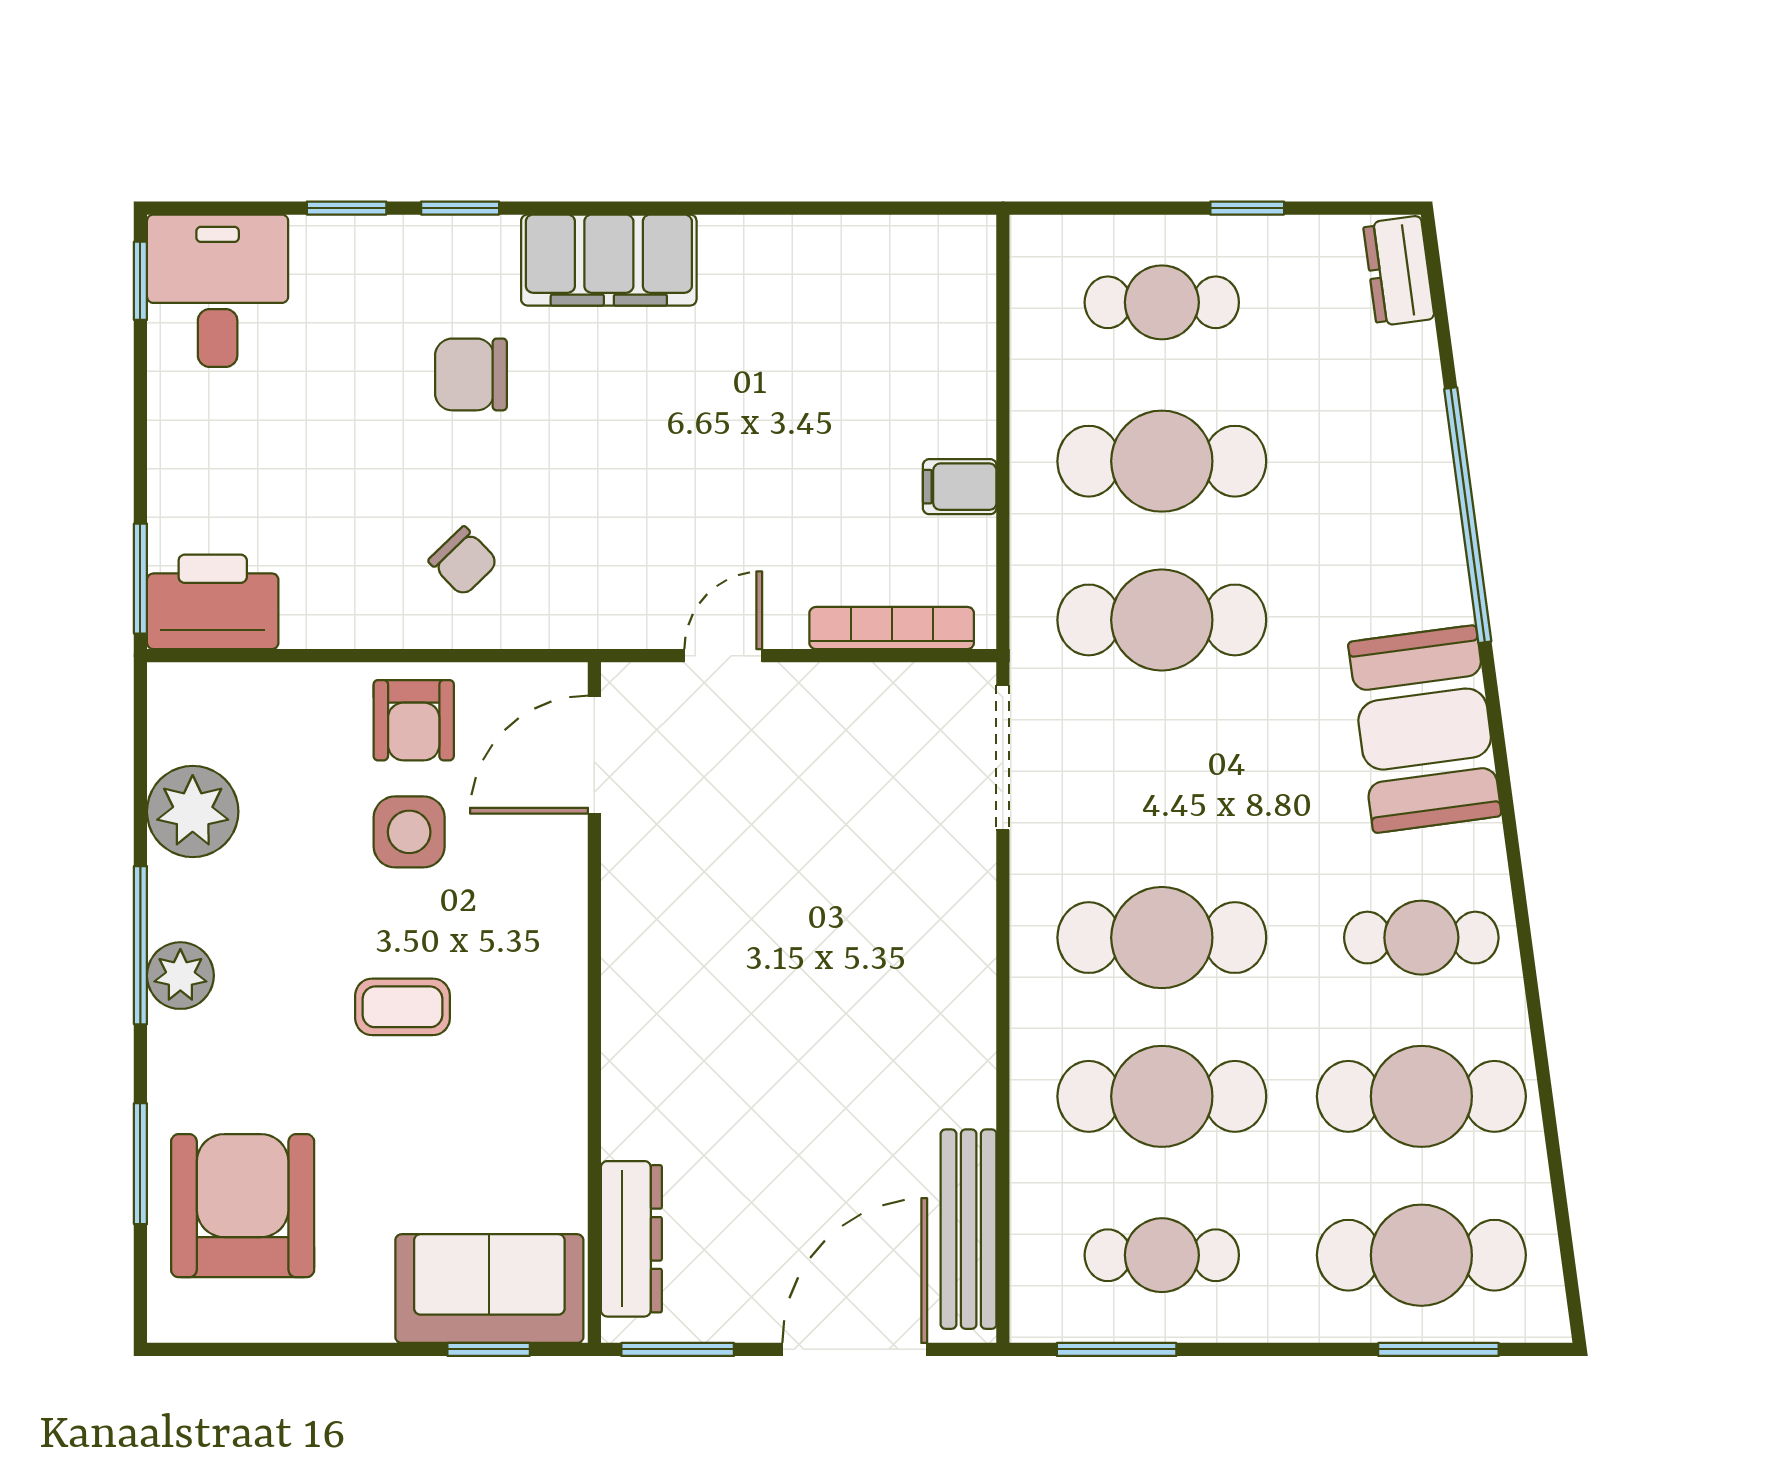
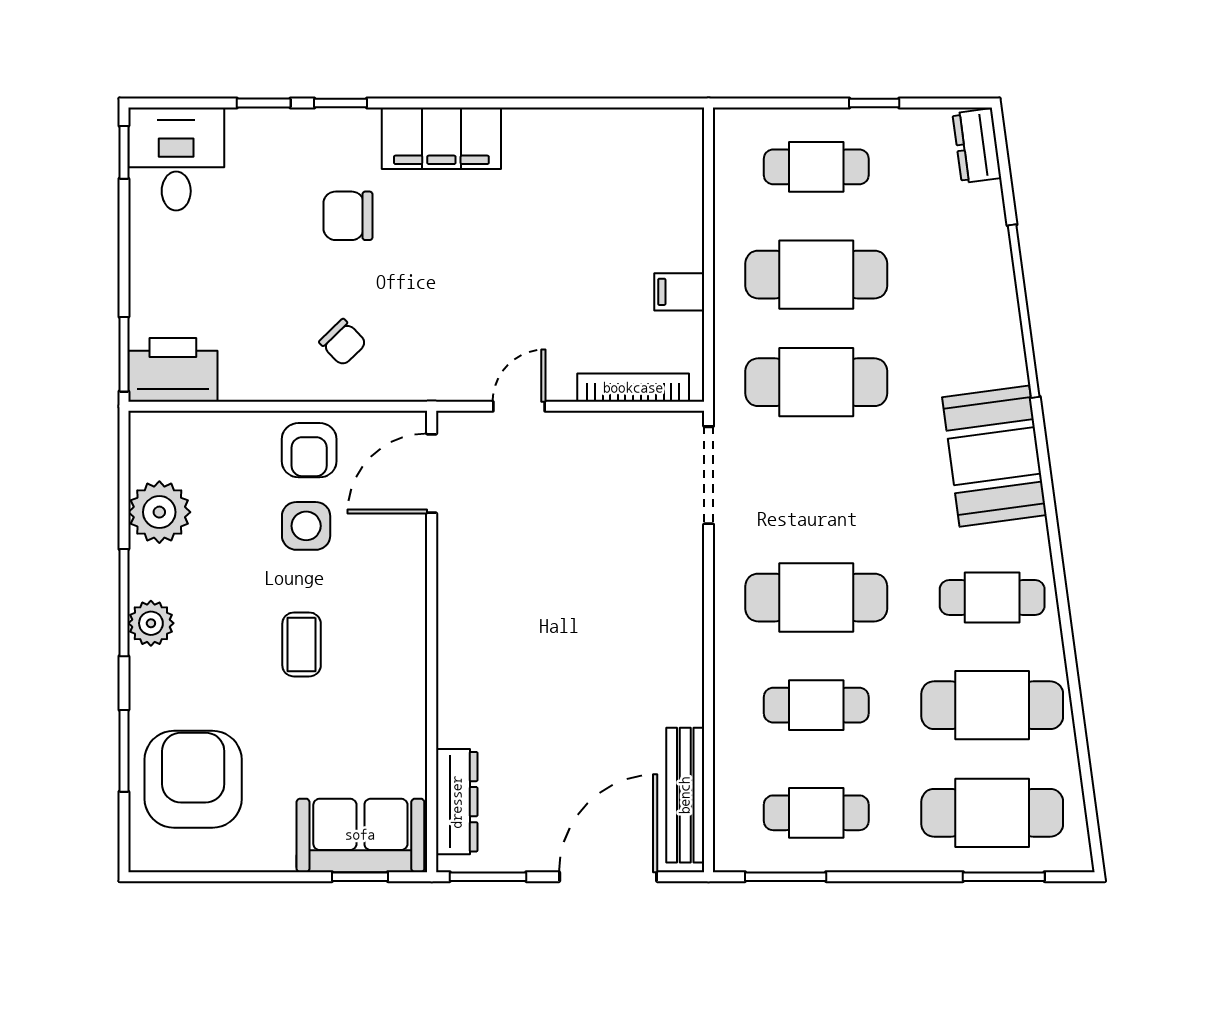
coffee table: (403, 1007) -> (302, 644), turned 90
cafe table: (1162, 1096) -> (816, 705), width x0.73, depth x0.74

